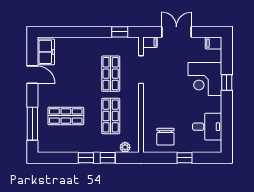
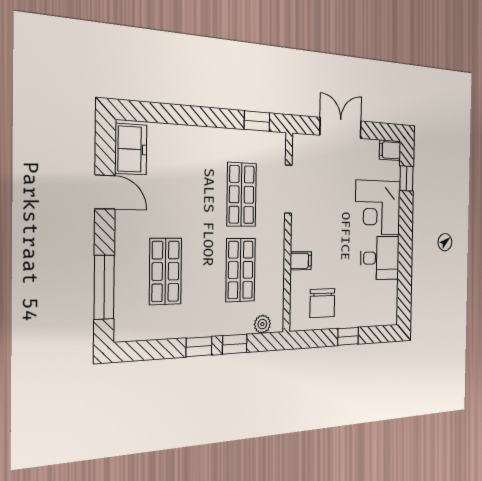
filing cabinet: (150, 42) -> (301, 261), moved
window: (227, 83) -> (406, 178), moved
shop shelf: (66, 116) -> (165, 271), turned 90
desk: (207, 127) -> (380, 258), moved

